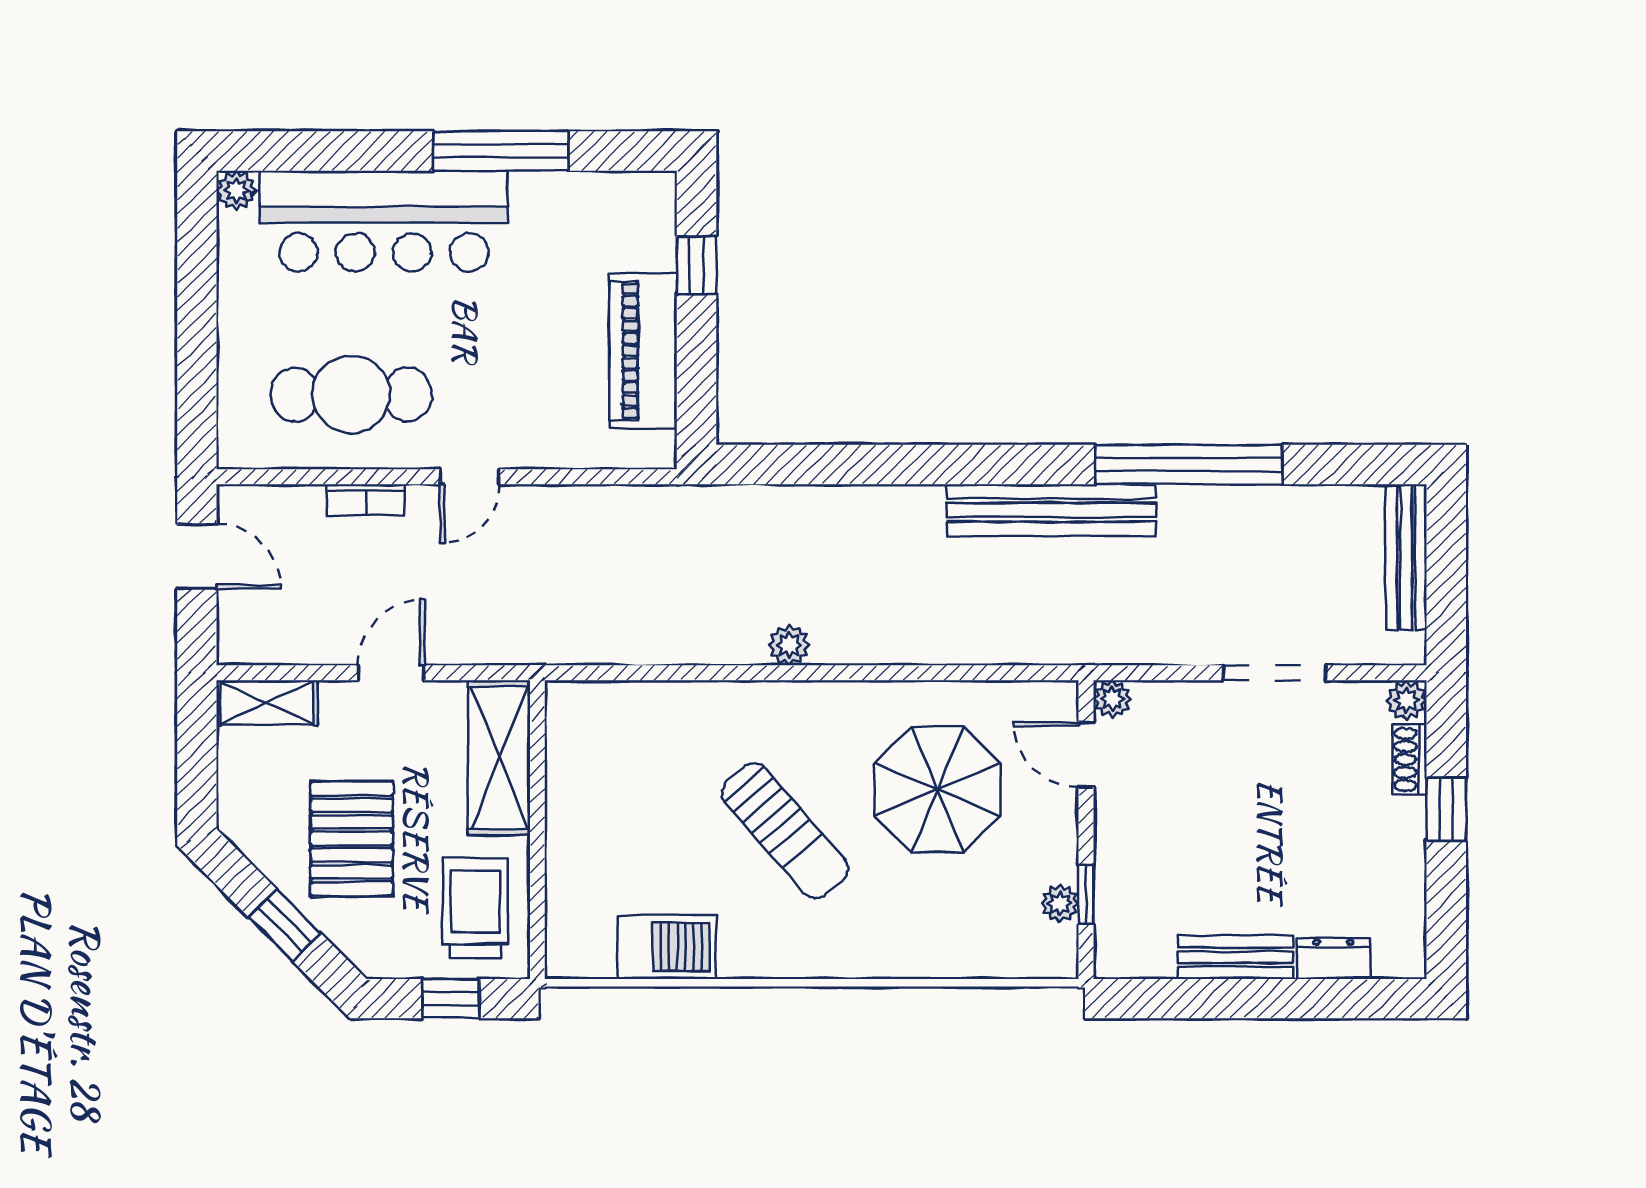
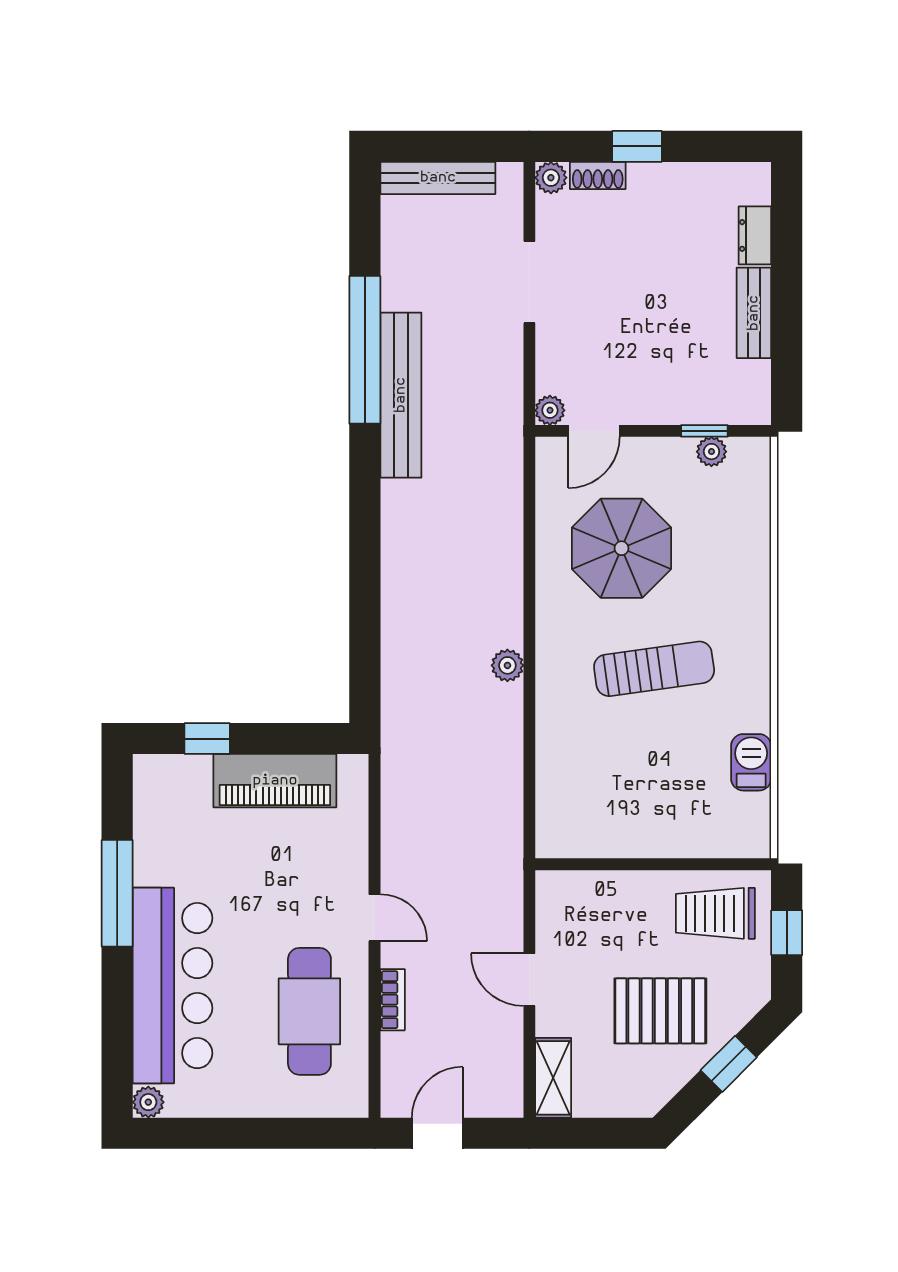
bench: (1051, 510) -> (401, 395), moved
shelving: (499, 758) -> (596, 895), removed
sun lounger: (785, 831) -> (654, 669), turned 33
barbecue: (666, 947) -> (751, 762), width x0.73, depth x0.79

